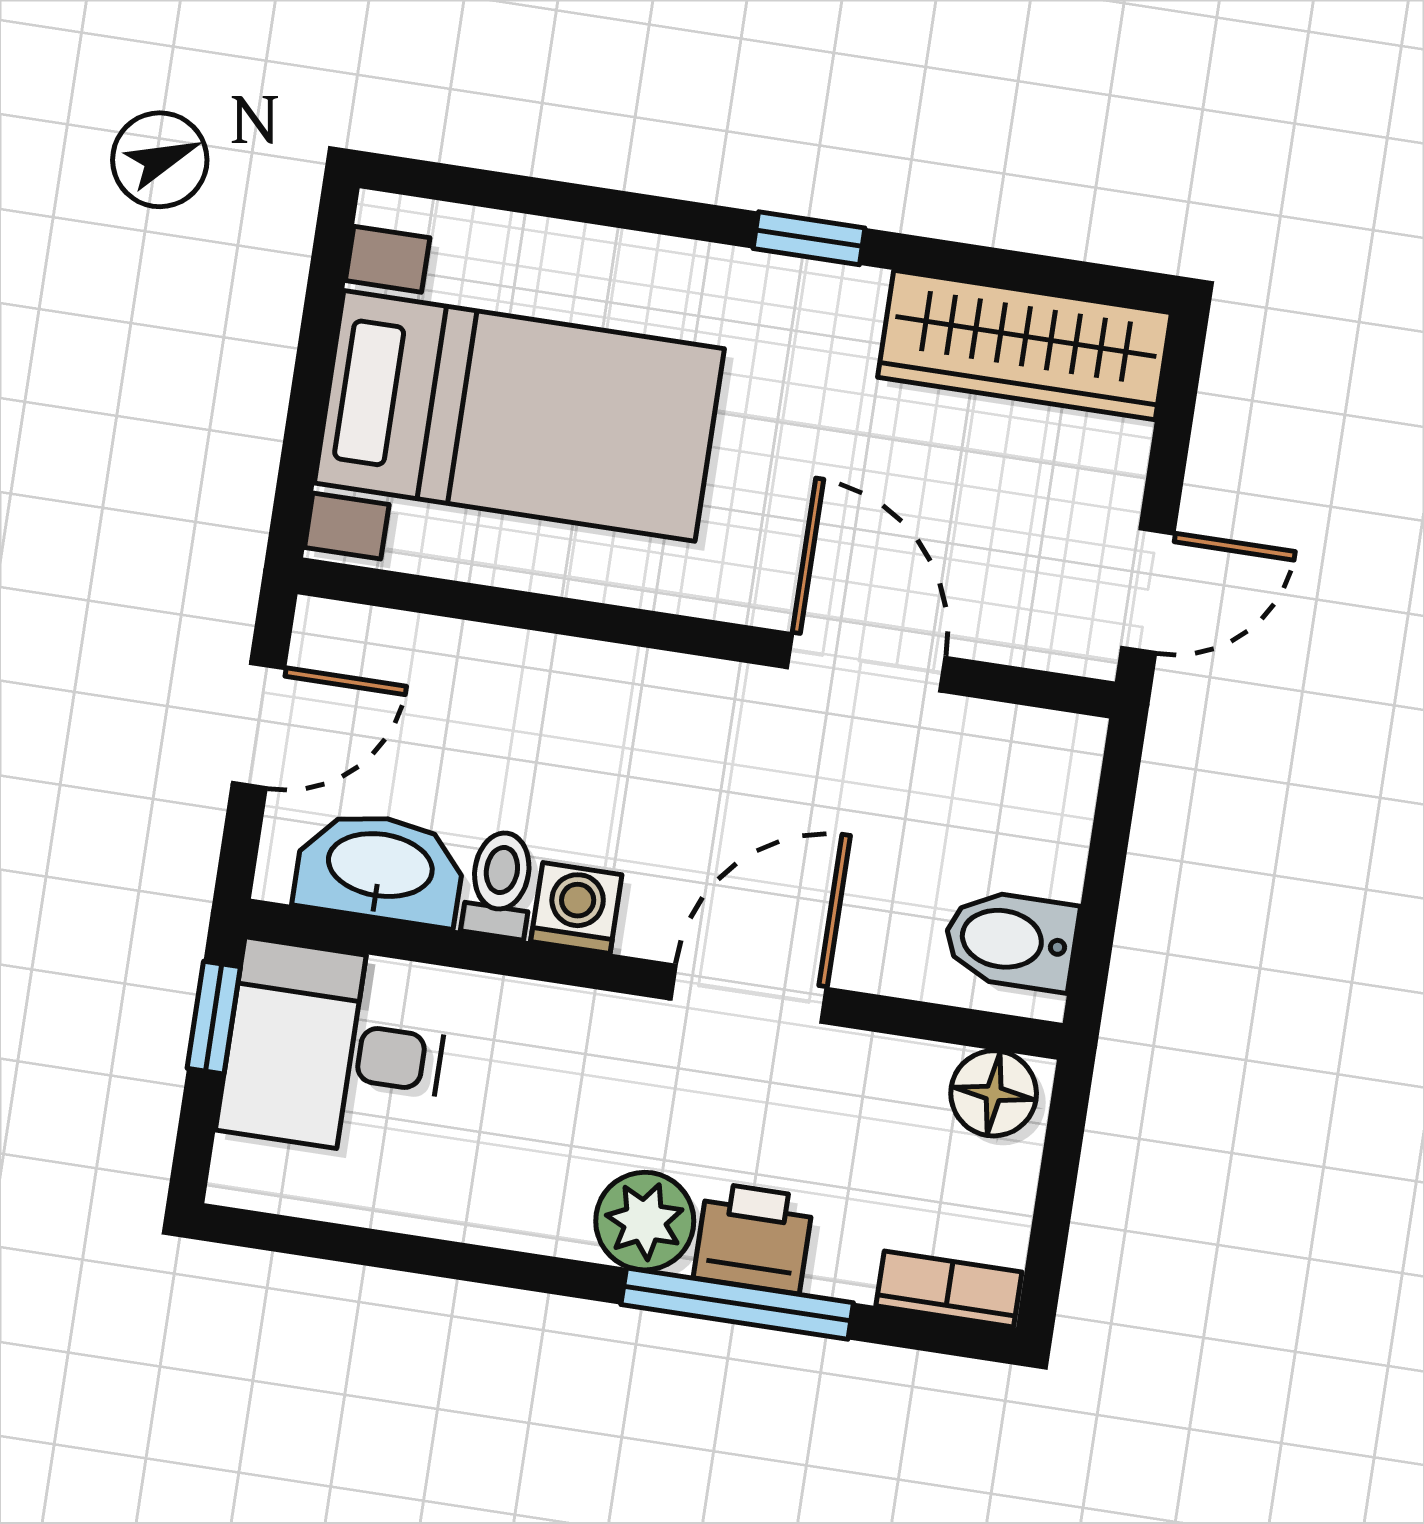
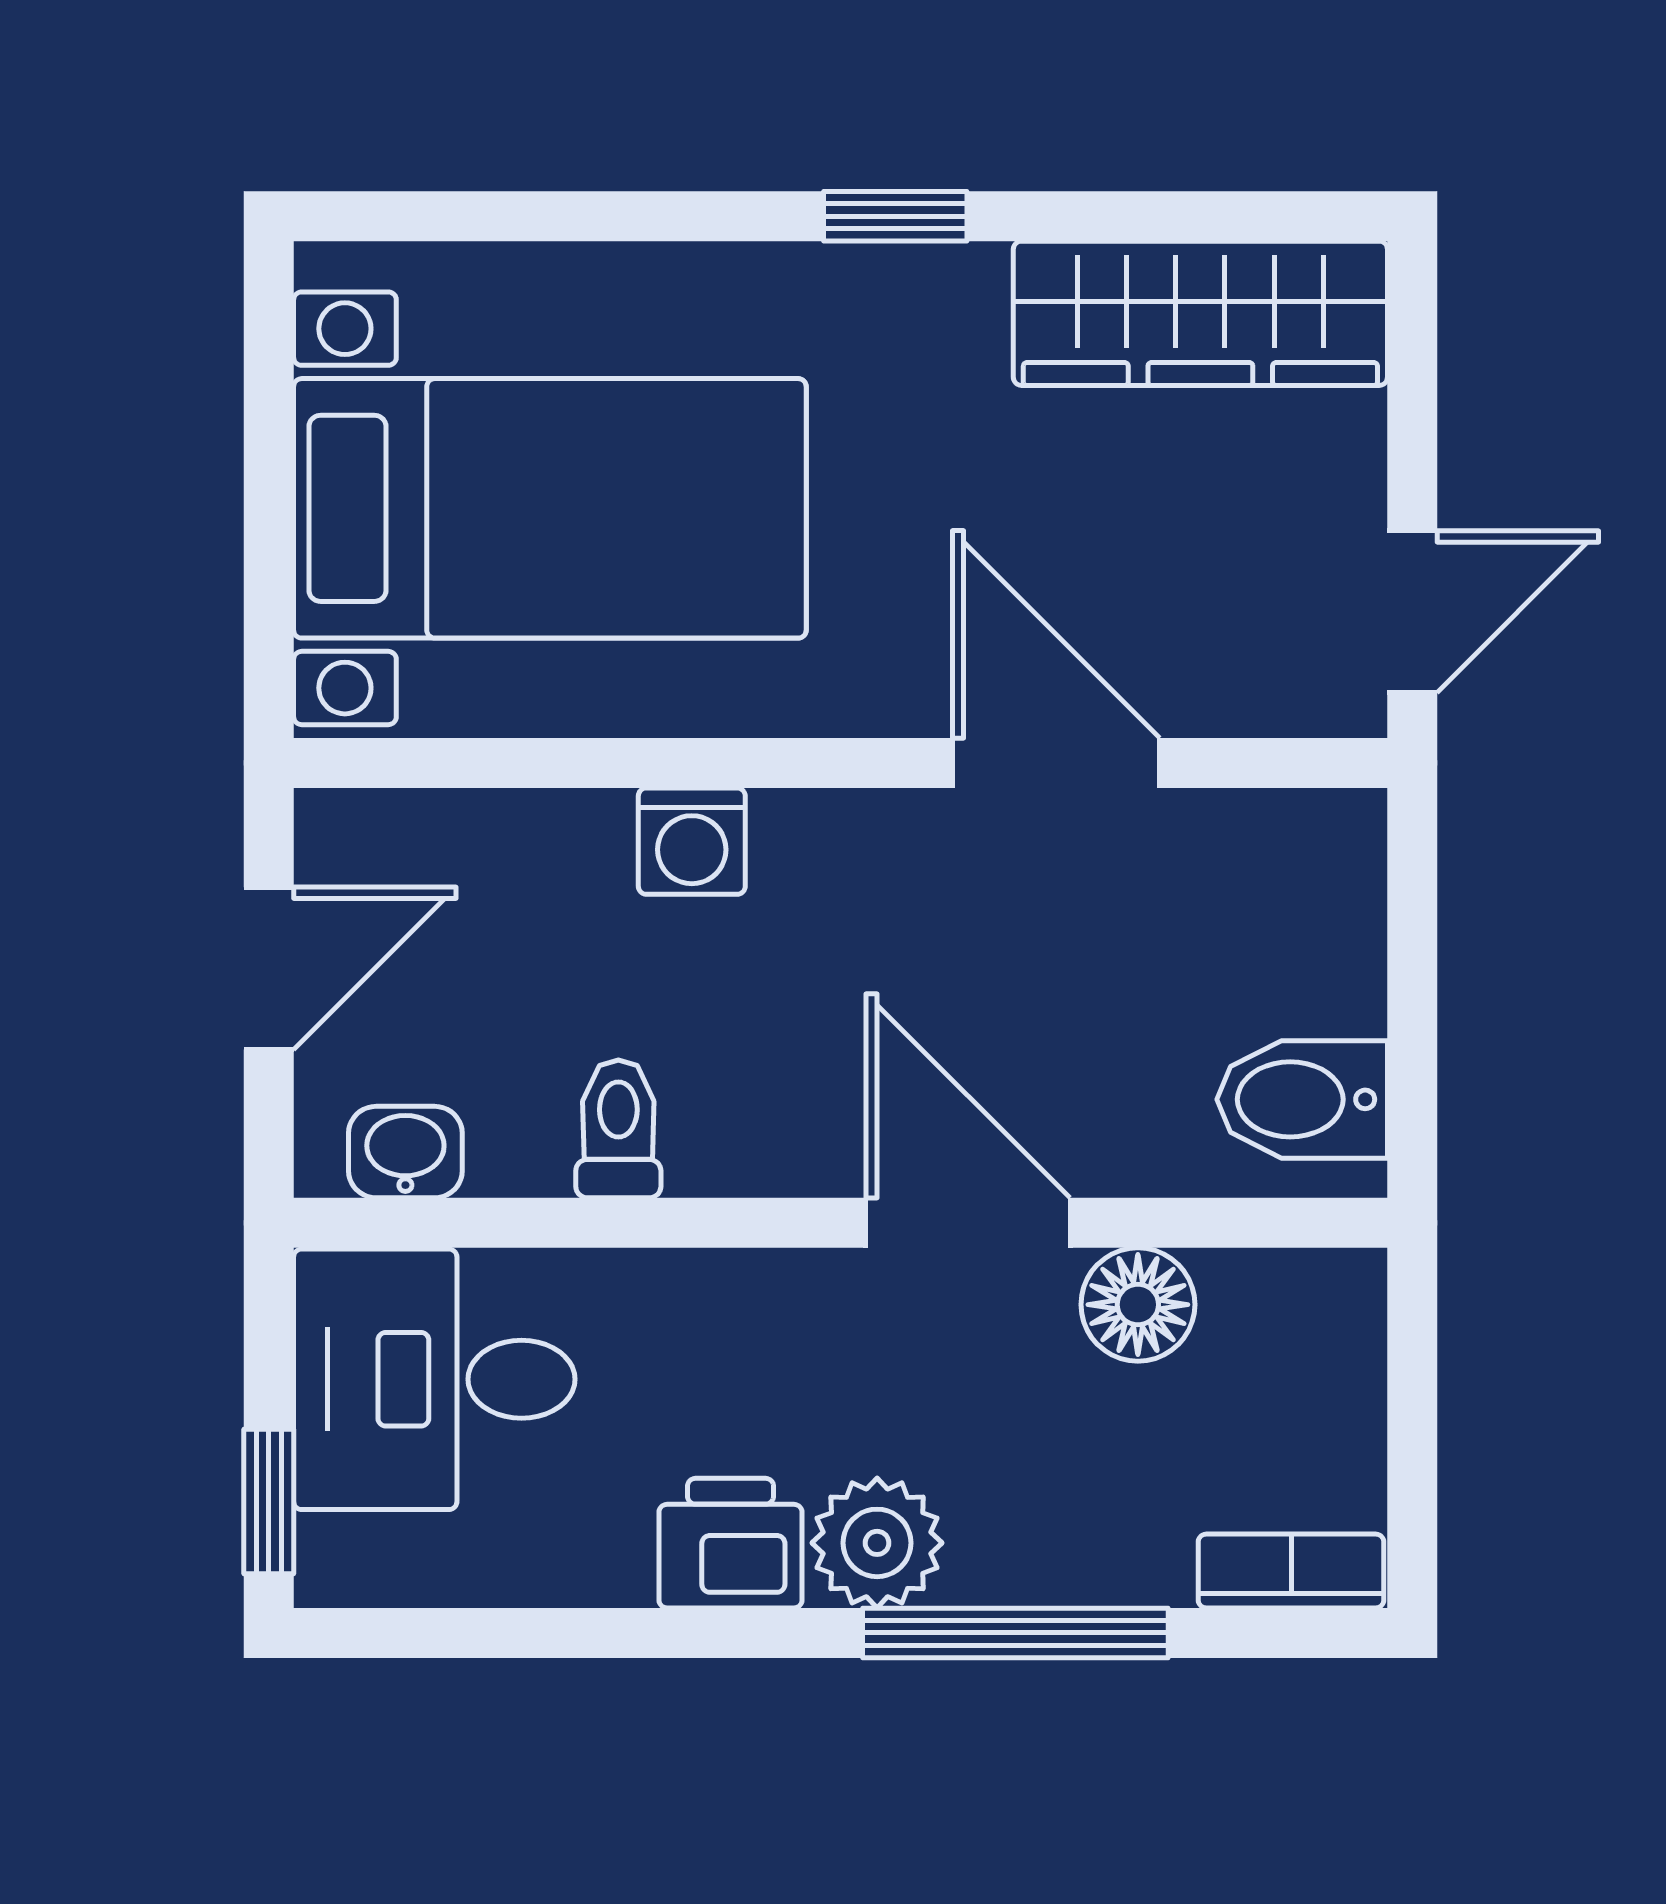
washbasin: (380, 868) -> (405, 1152), width x0.52, depth x0.69
washing machine: (576, 908) -> (692, 841), moved, turned 180
door: (749, 994) -> (968, 1223), hinge flipped
window: (214, 1018) -> (269, 1501), moved
floor lamp: (994, 1093) -> (1138, 1305), moved
printer: (753, 1238) -> (731, 1543), moved

